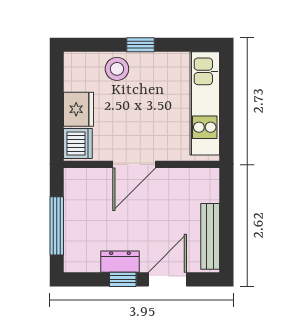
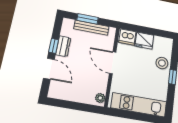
plant: (205, 177) -> (100, 98), added
window: (57, 226) -> (88, 19), width x0.69
bench: (210, 236) -> (91, 28), moved

